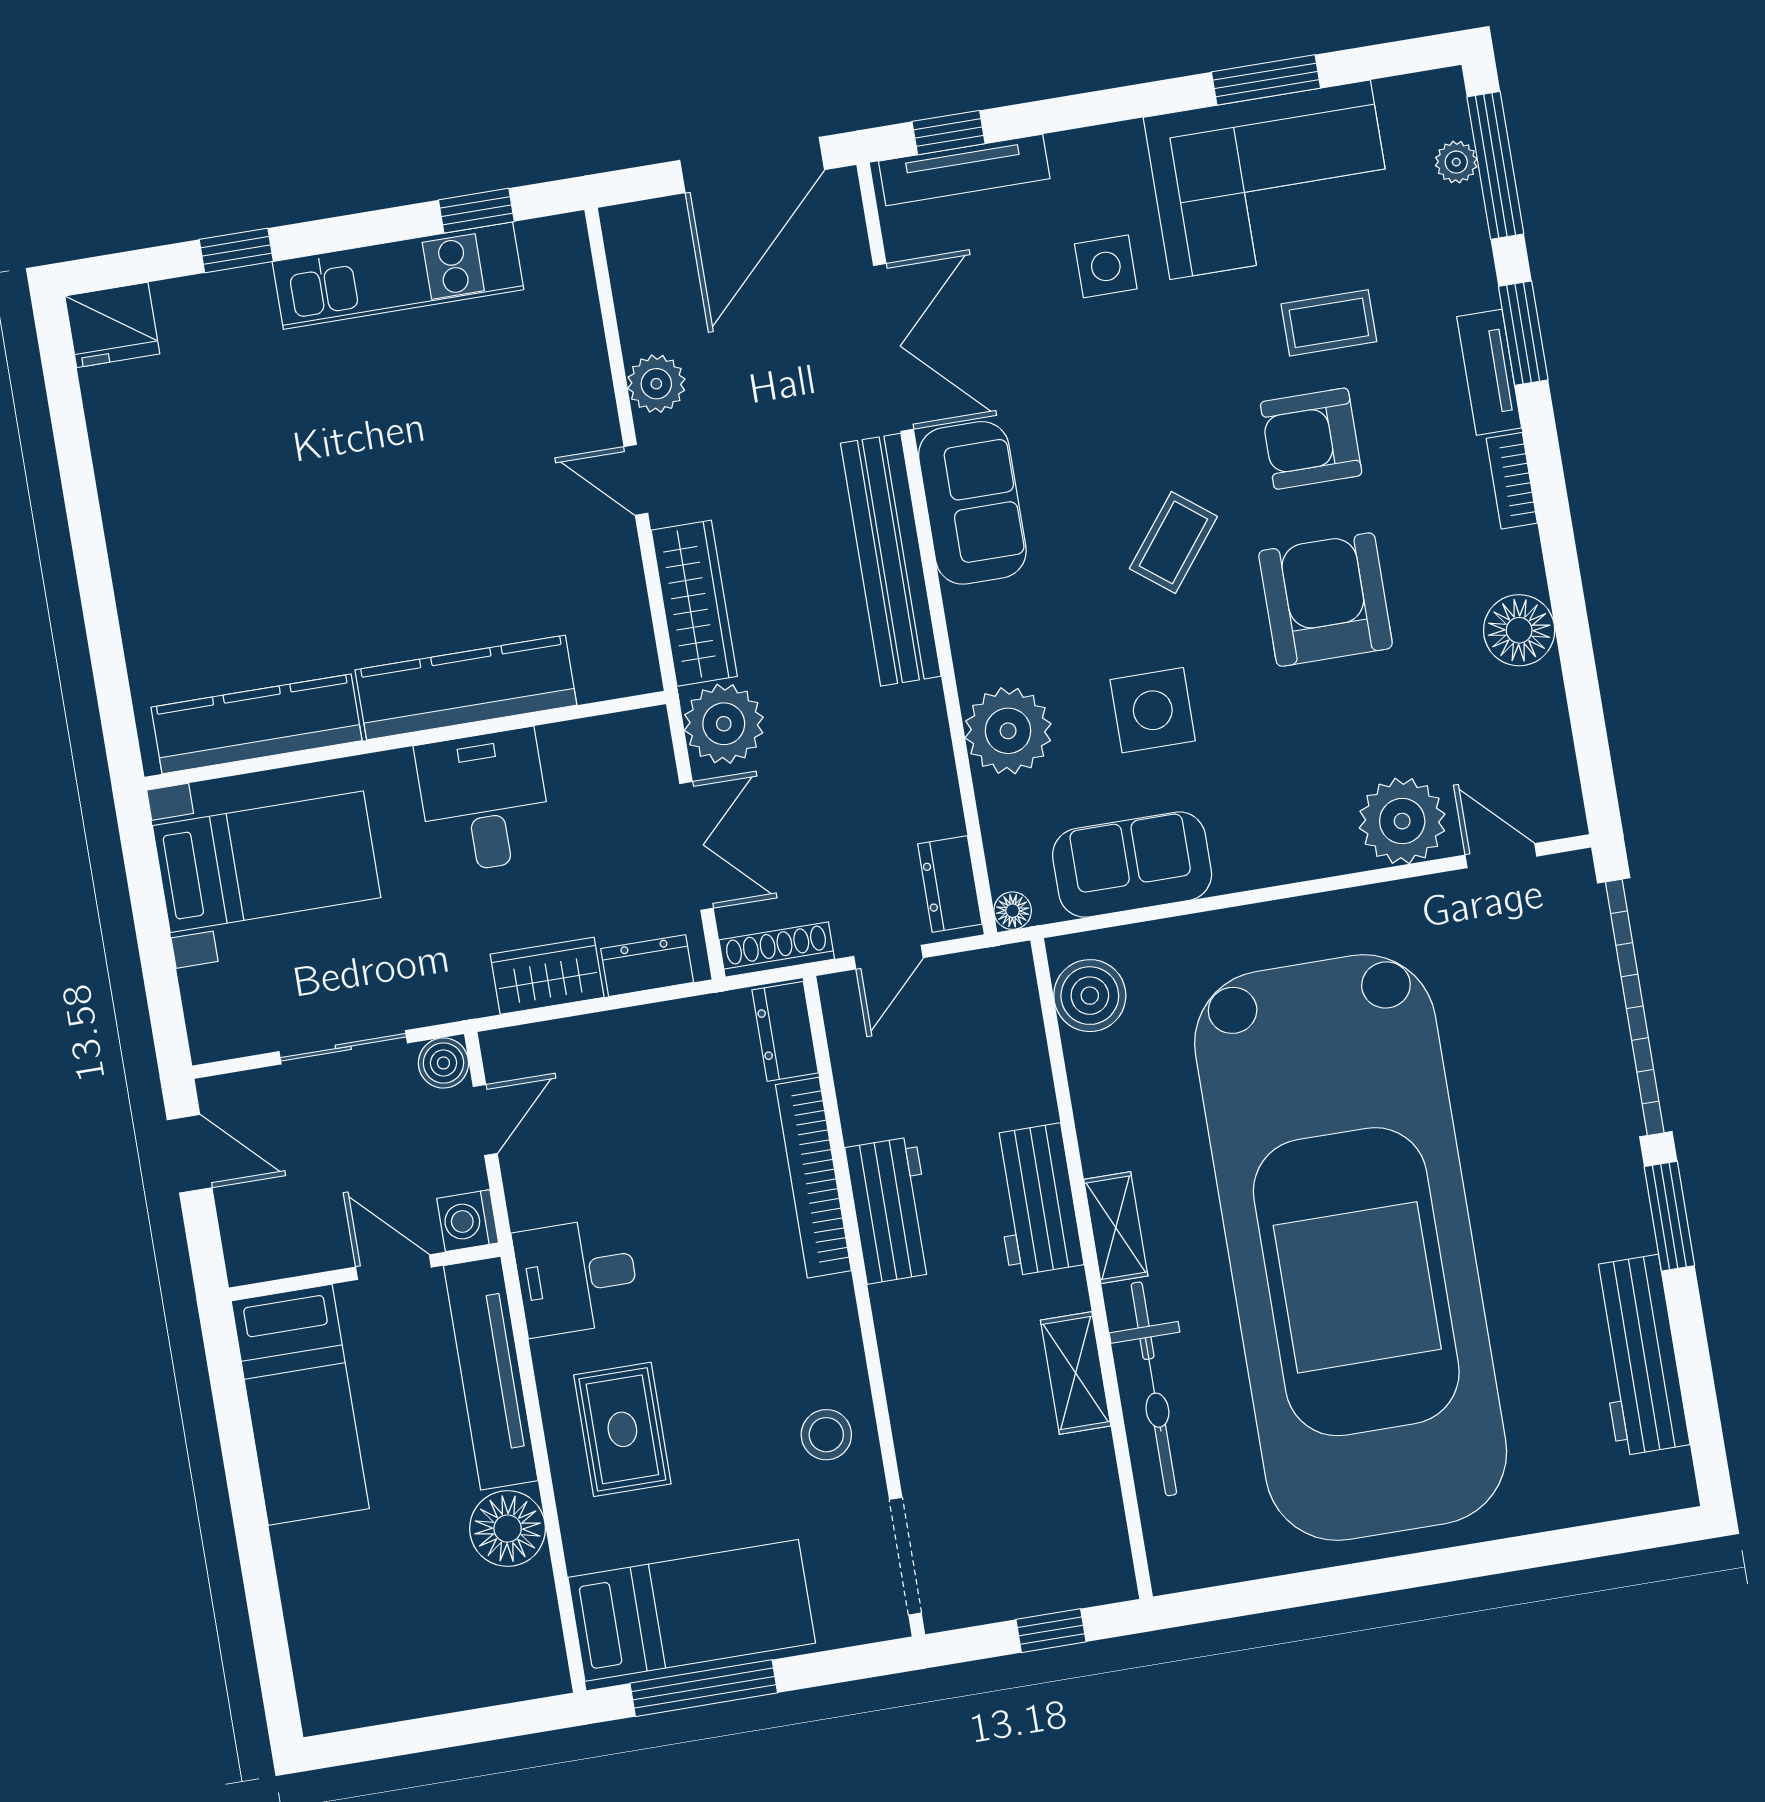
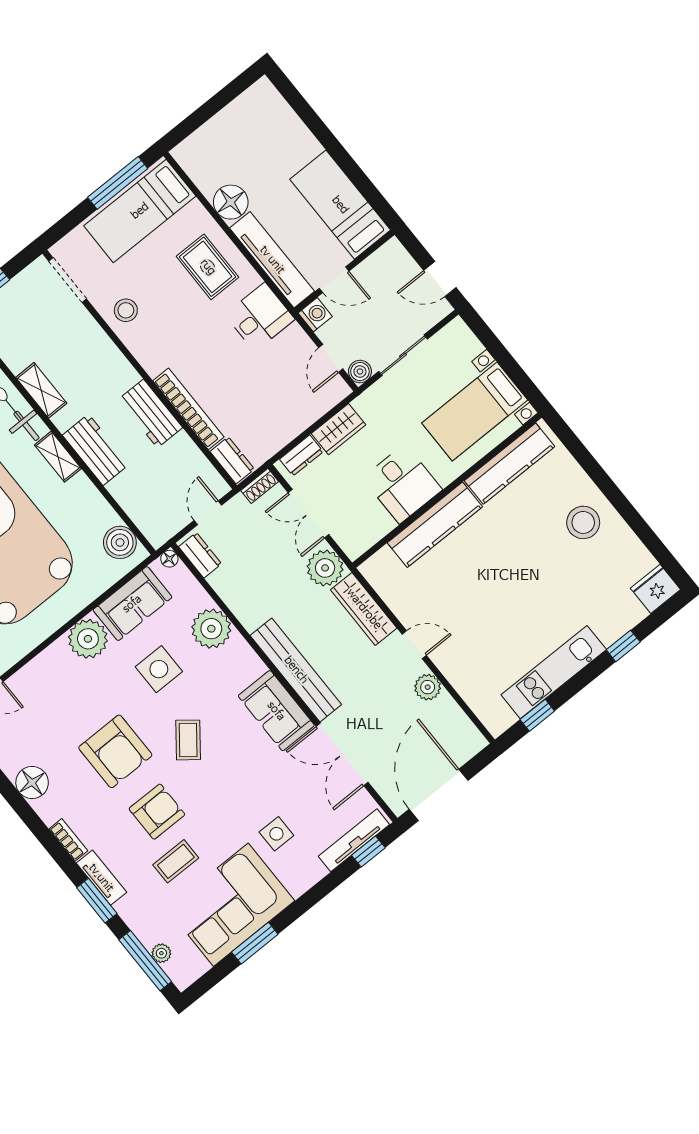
stool: (179, 531) -> (583, 522), added
plant: (1402, 821) -> (88, 639), moved
shoe rack: (777, 950) -> (260, 486), width x0.70

